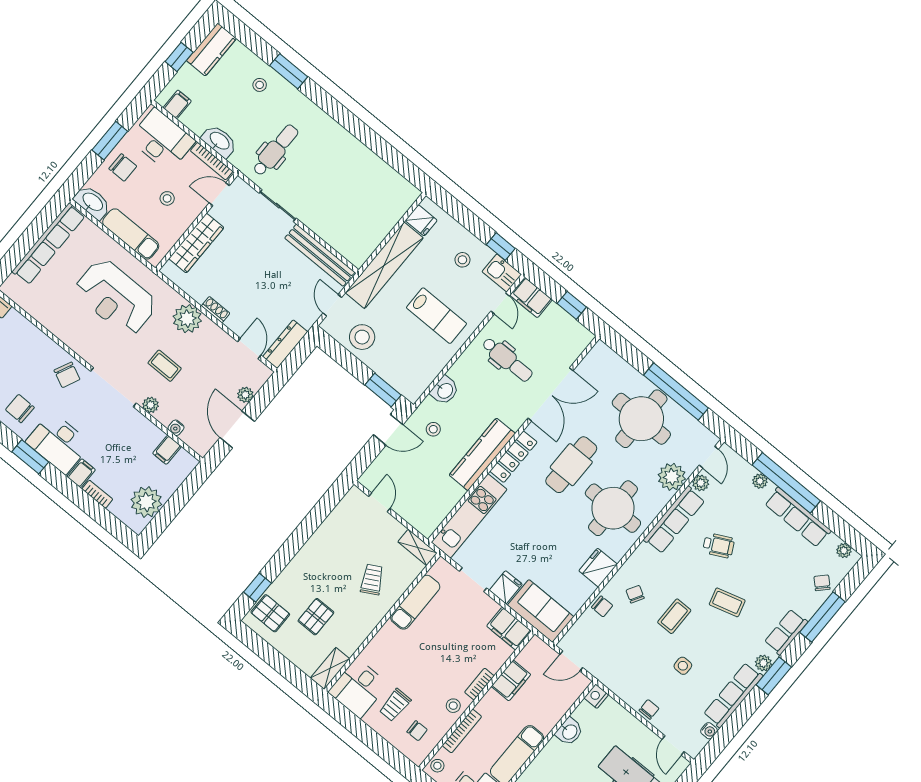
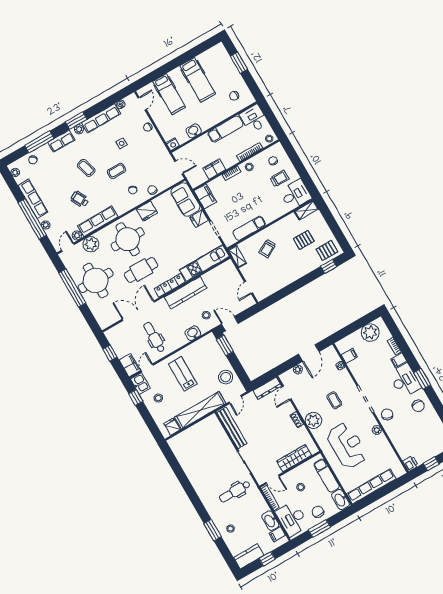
washbasin: (219, 141) -> (270, 521), moved
plant: (151, 405) -> (377, 430), moved
pallet: (270, 613) -> (327, 251), turned 90

